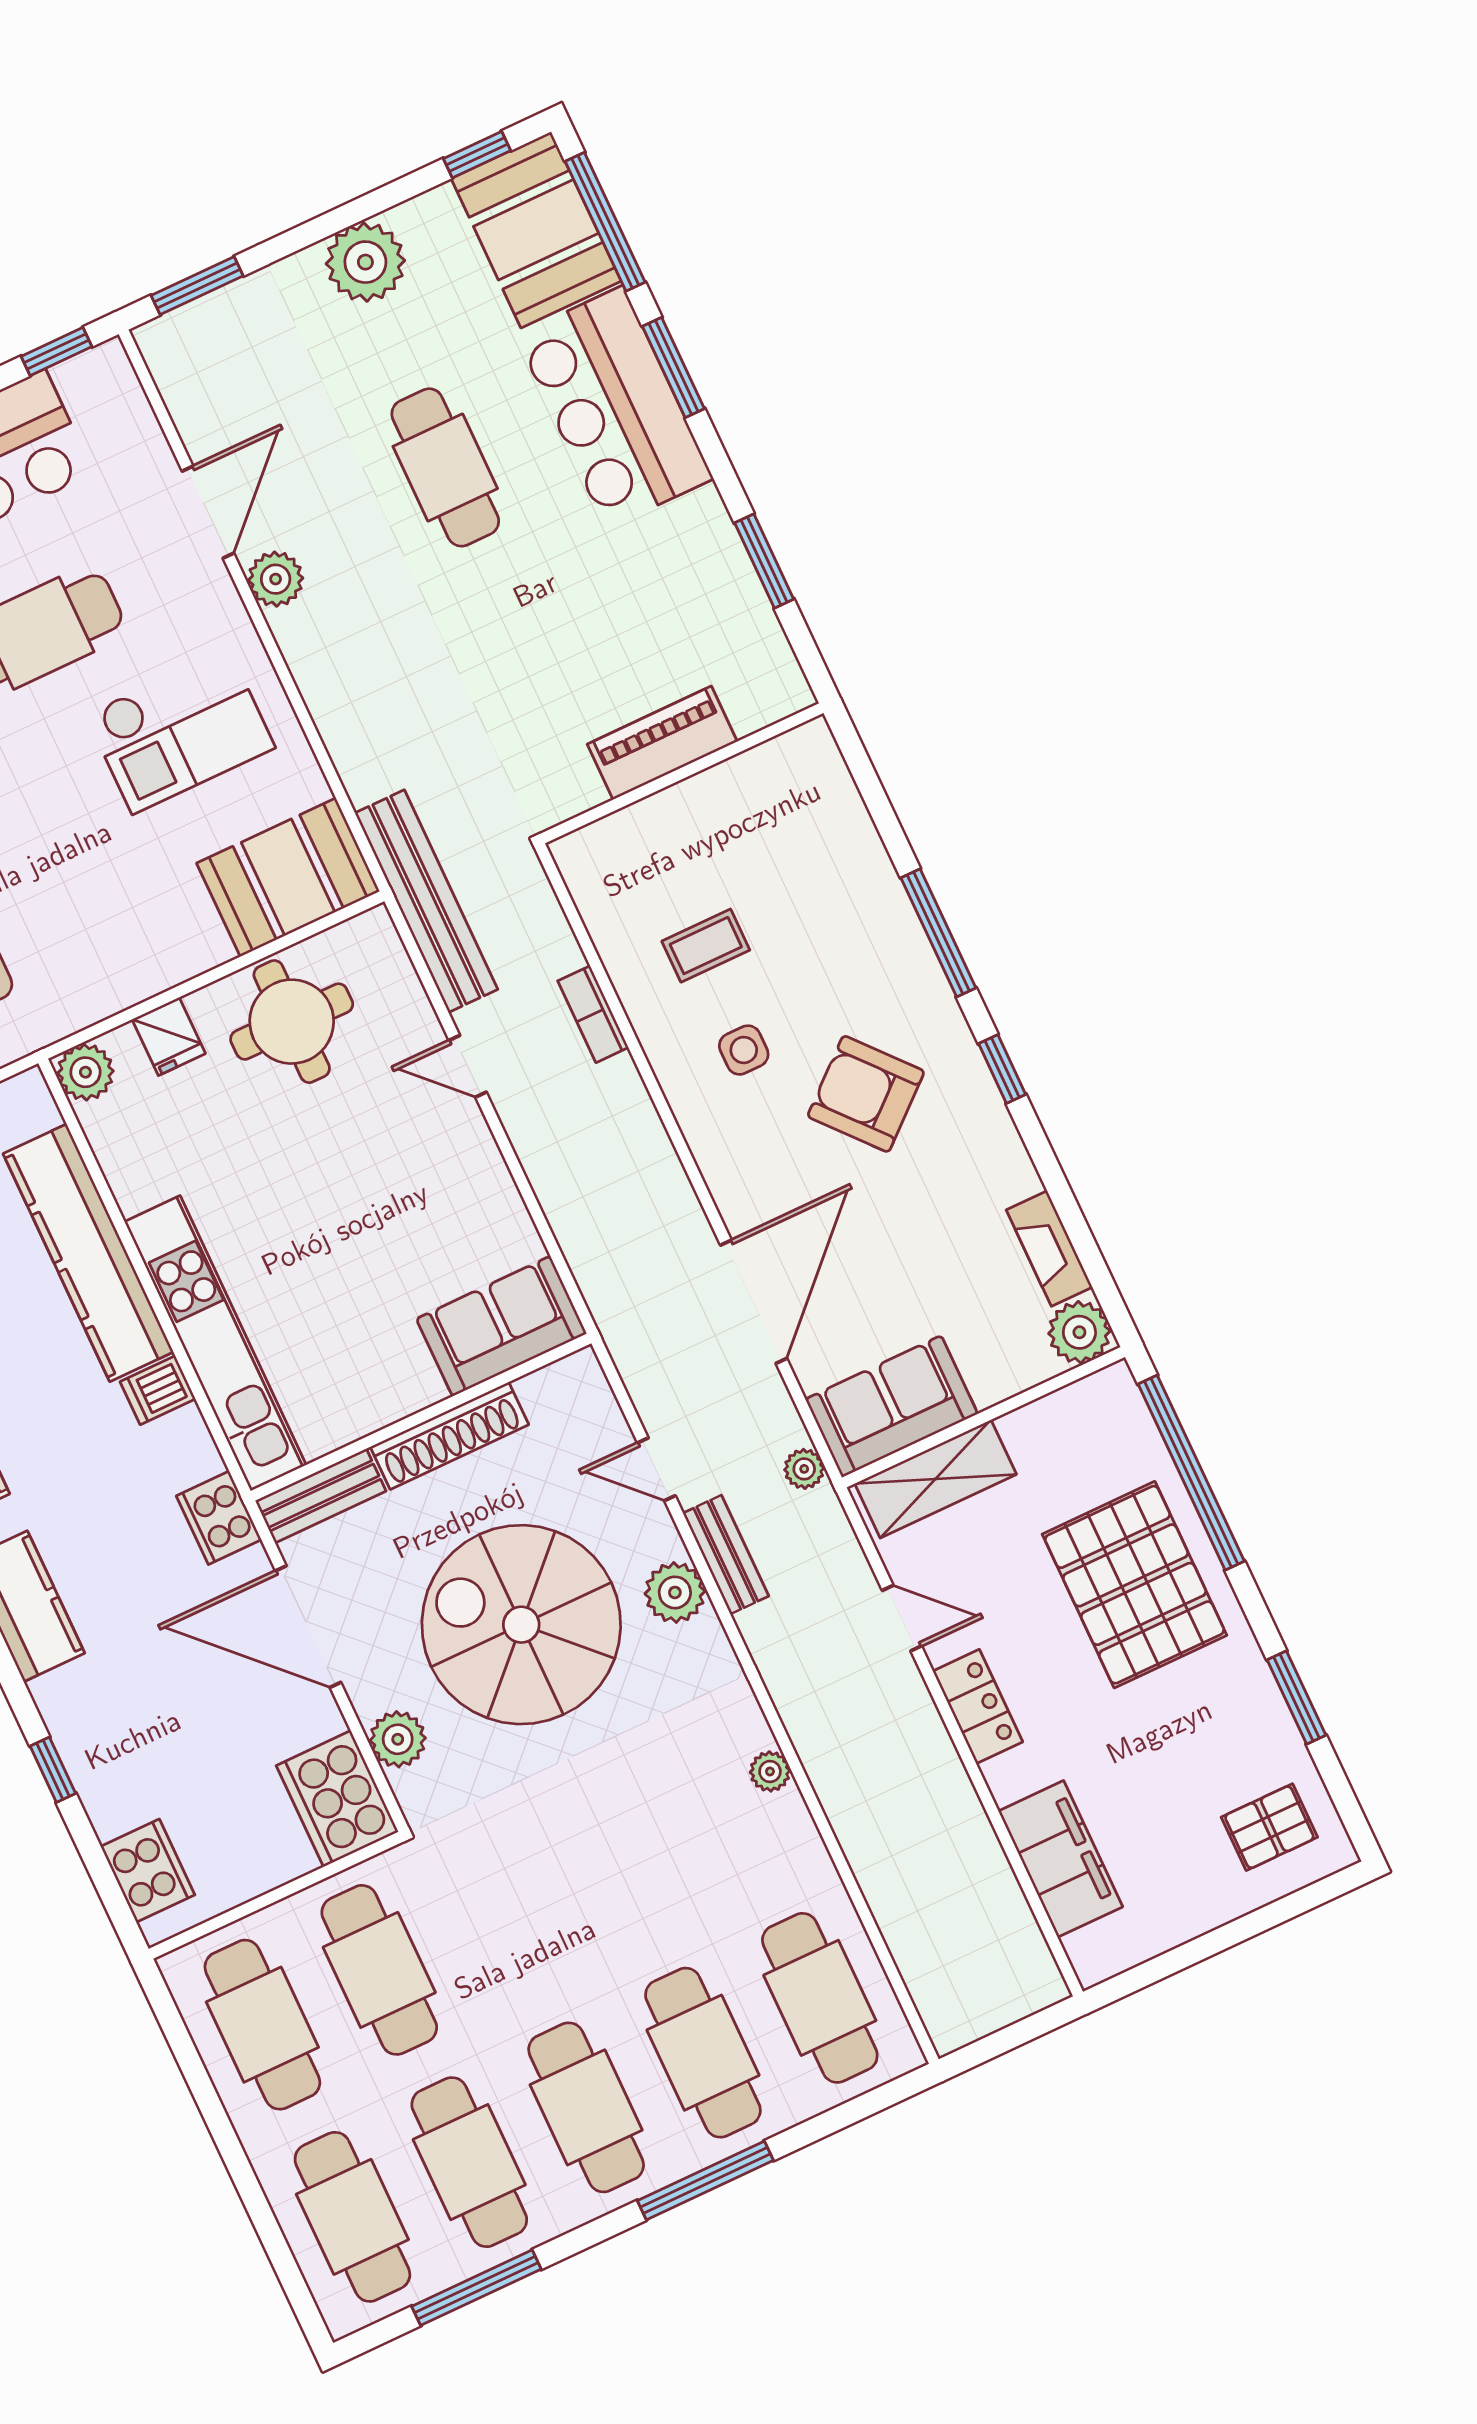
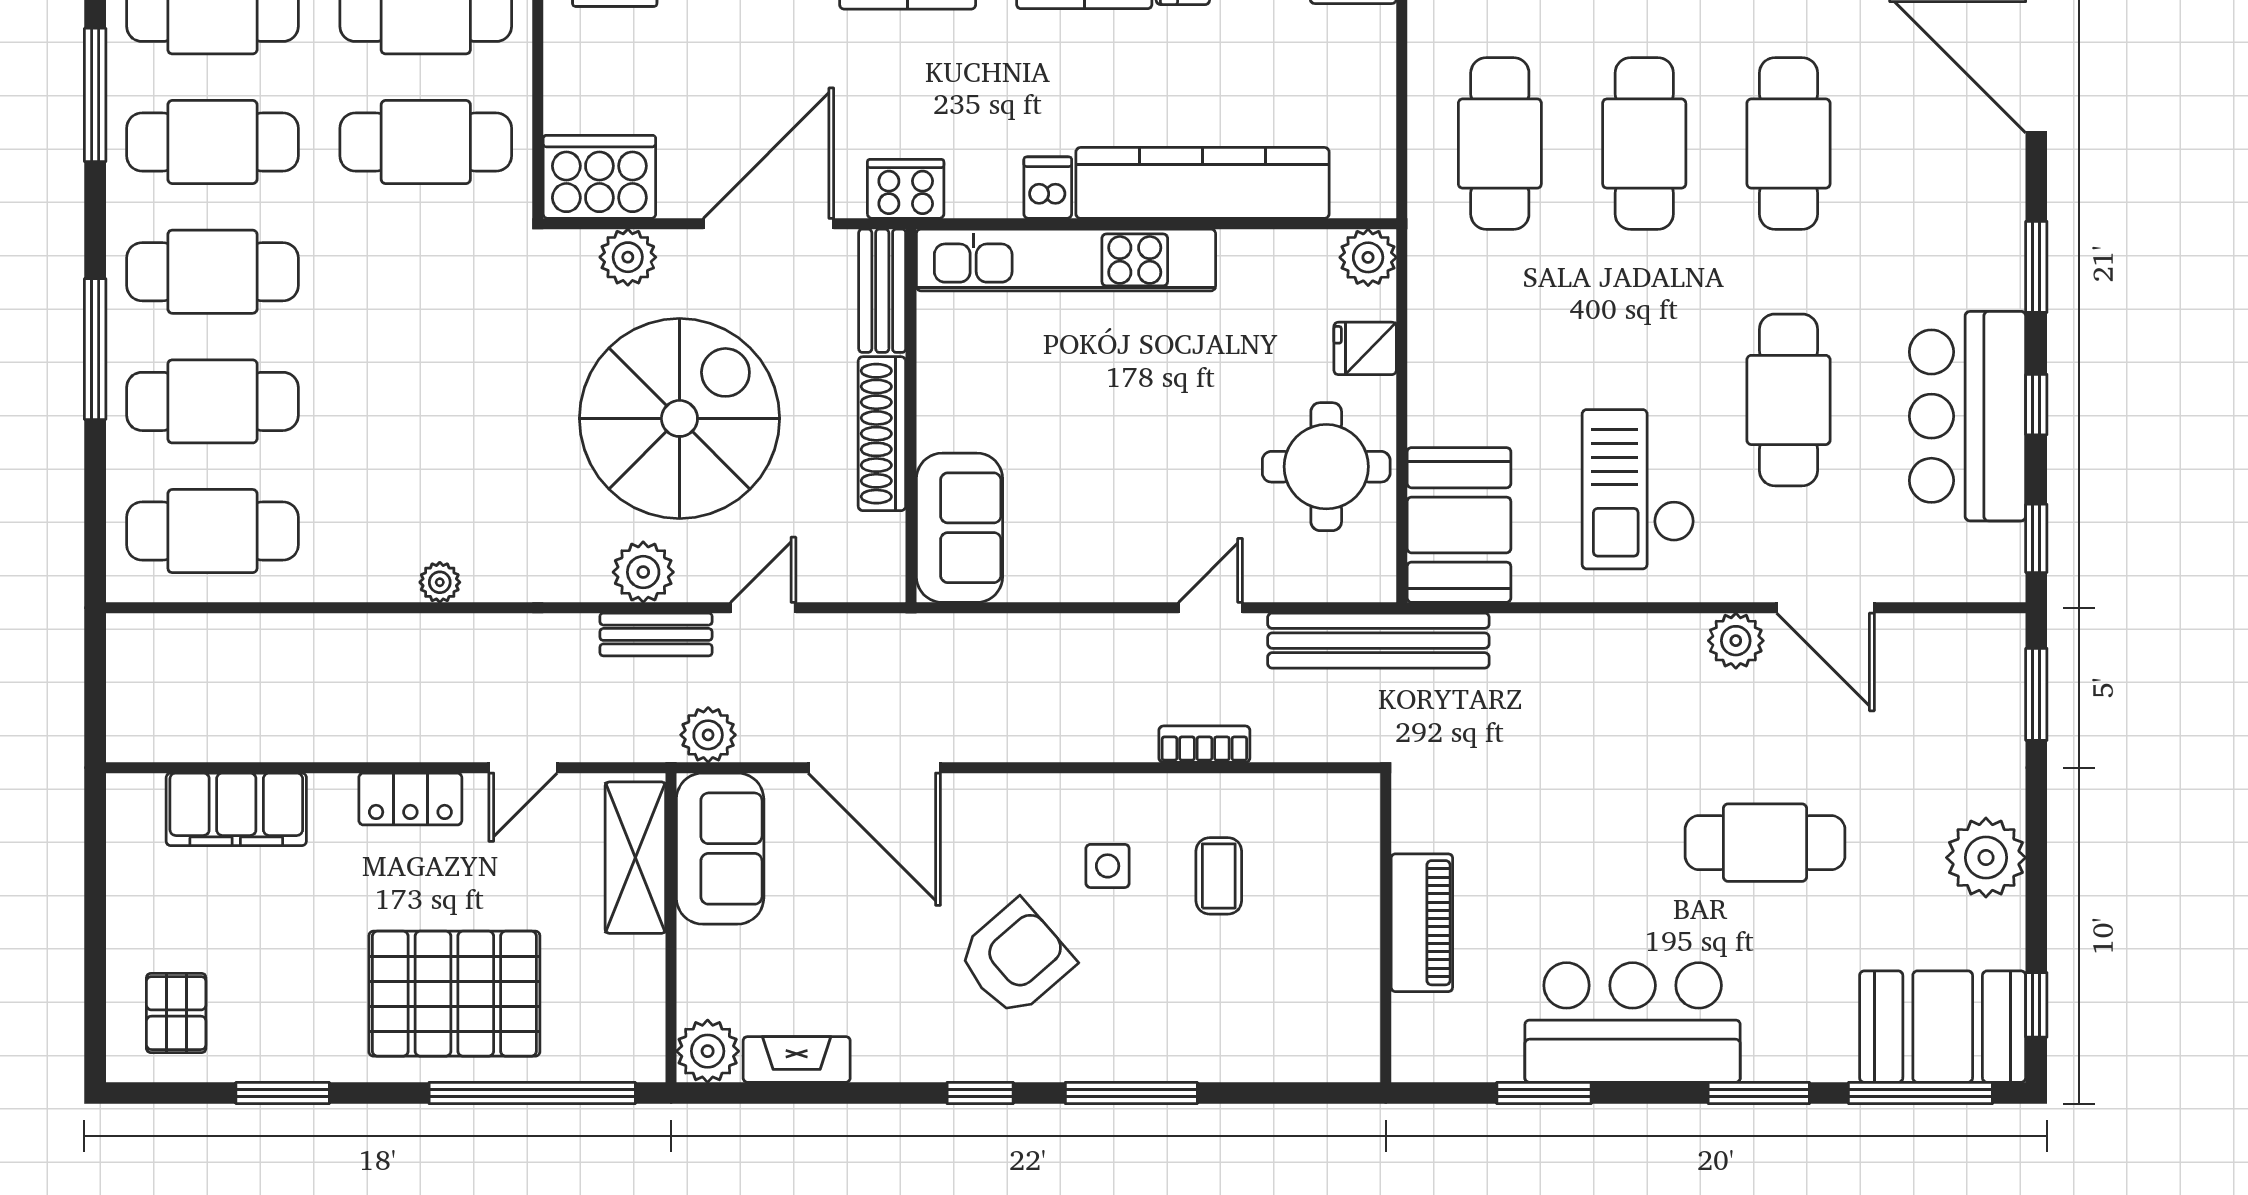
bar counter: (615, 407) -> (1633, 1022), moved
plant: (804, 1469) -> (708, 735), width x1.38, depth x1.38

